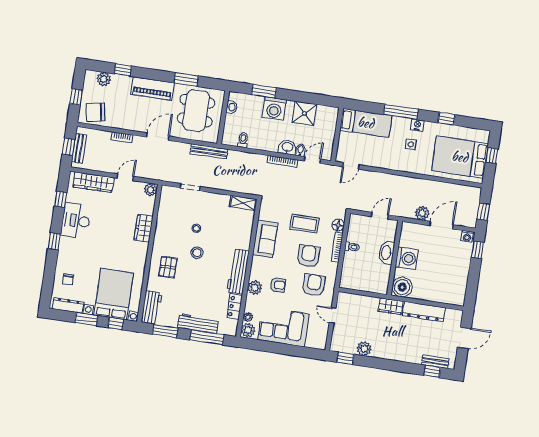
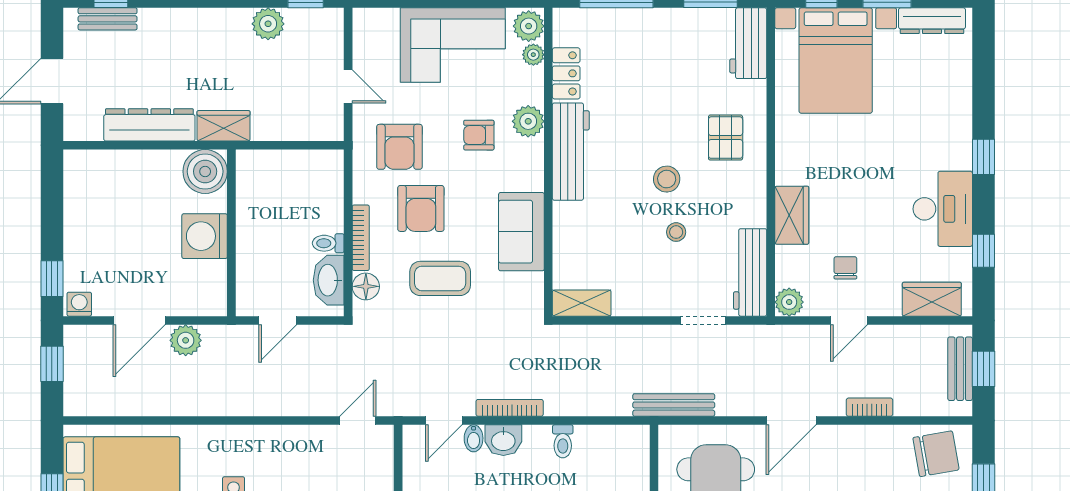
toilet: (243, 140) -> (563, 441), moved
wardrobe: (93, 182) -> (932, 299), width x0.67
washbasin: (387, 253) -> (329, 280), moved, turned 180
chair: (68, 279) -> (845, 268), moved
workbench: (198, 323) -> (750, 272), moved, turned 90

